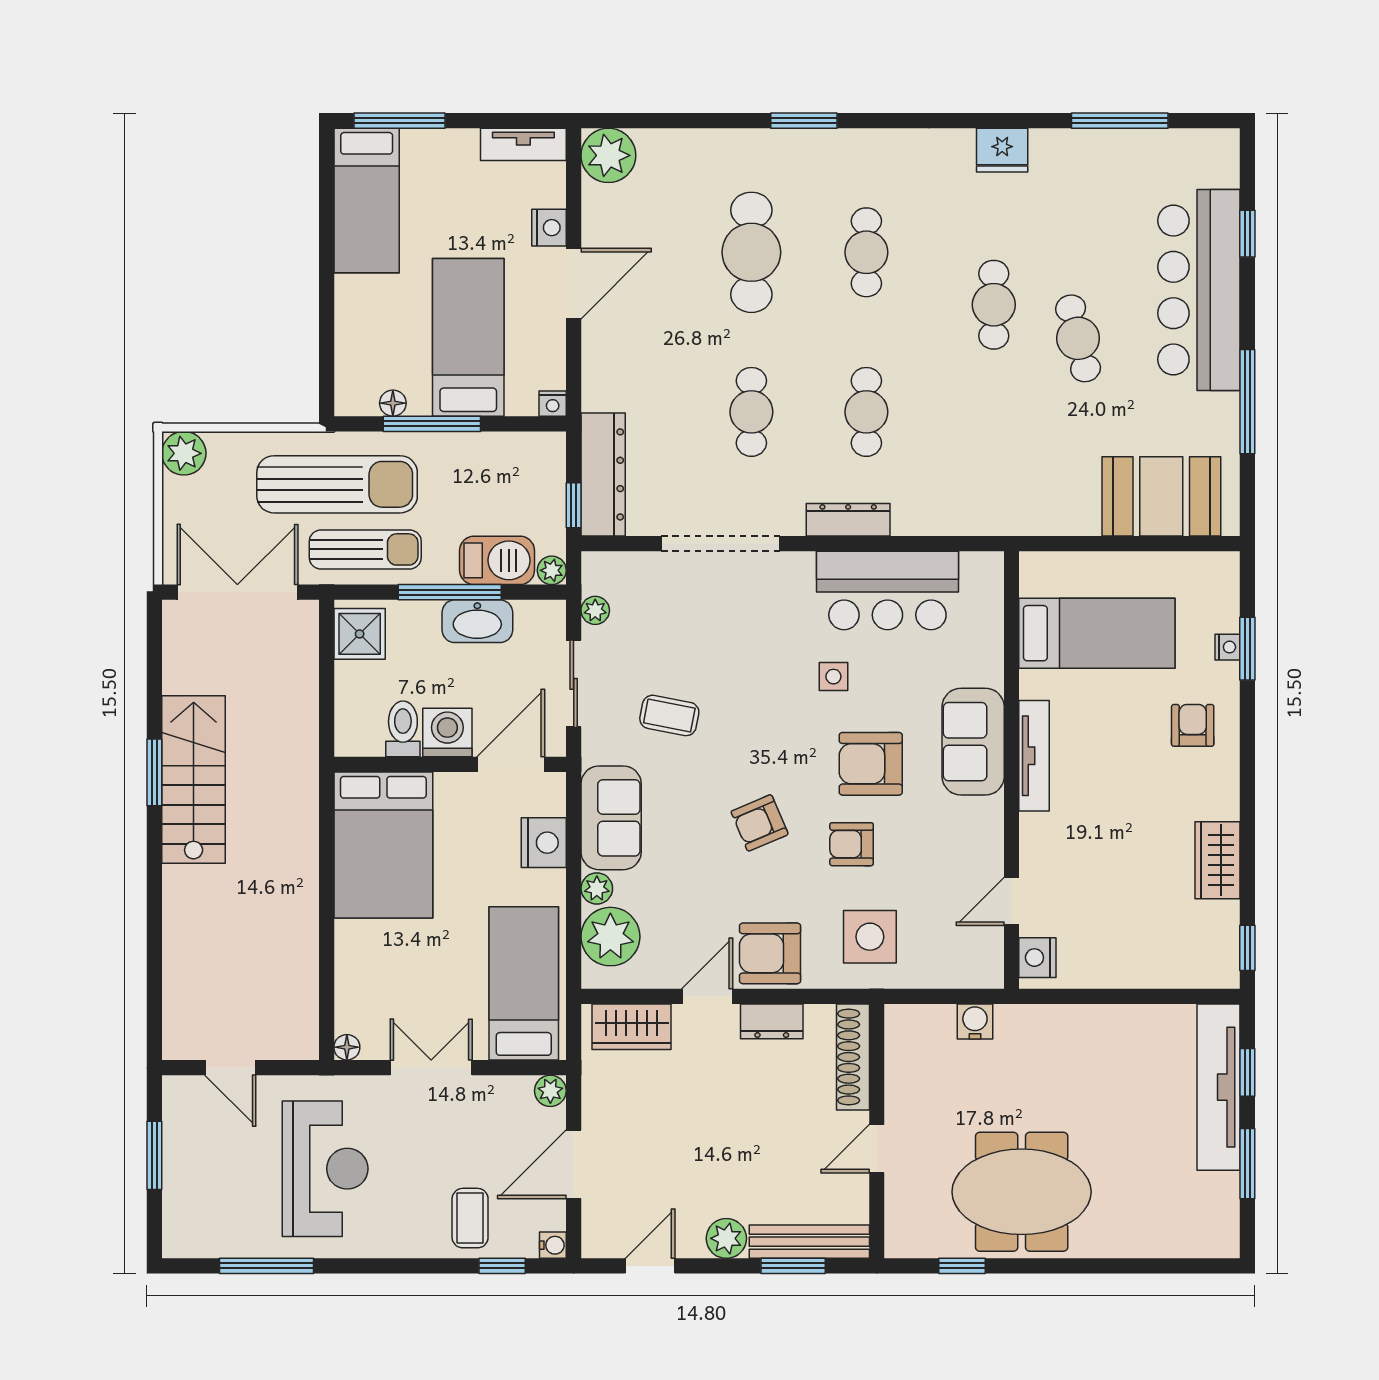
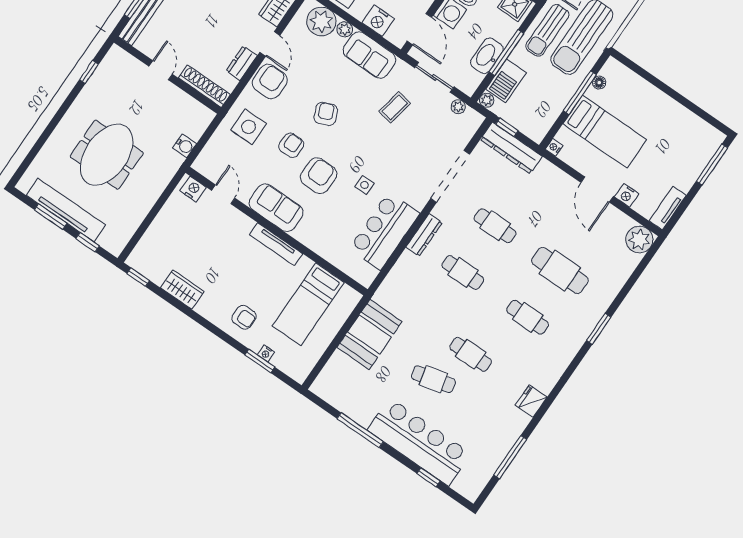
bed: (367, 201) -> (689, 129), removed
booth: (1161, 496) -> (369, 334), moved
sofa: (973, 742) -> (276, 208), moved
tv unit: (1219, 1087) -> (66, 210), moved
meeting table: (1022, 1192) -> (107, 155), moved

